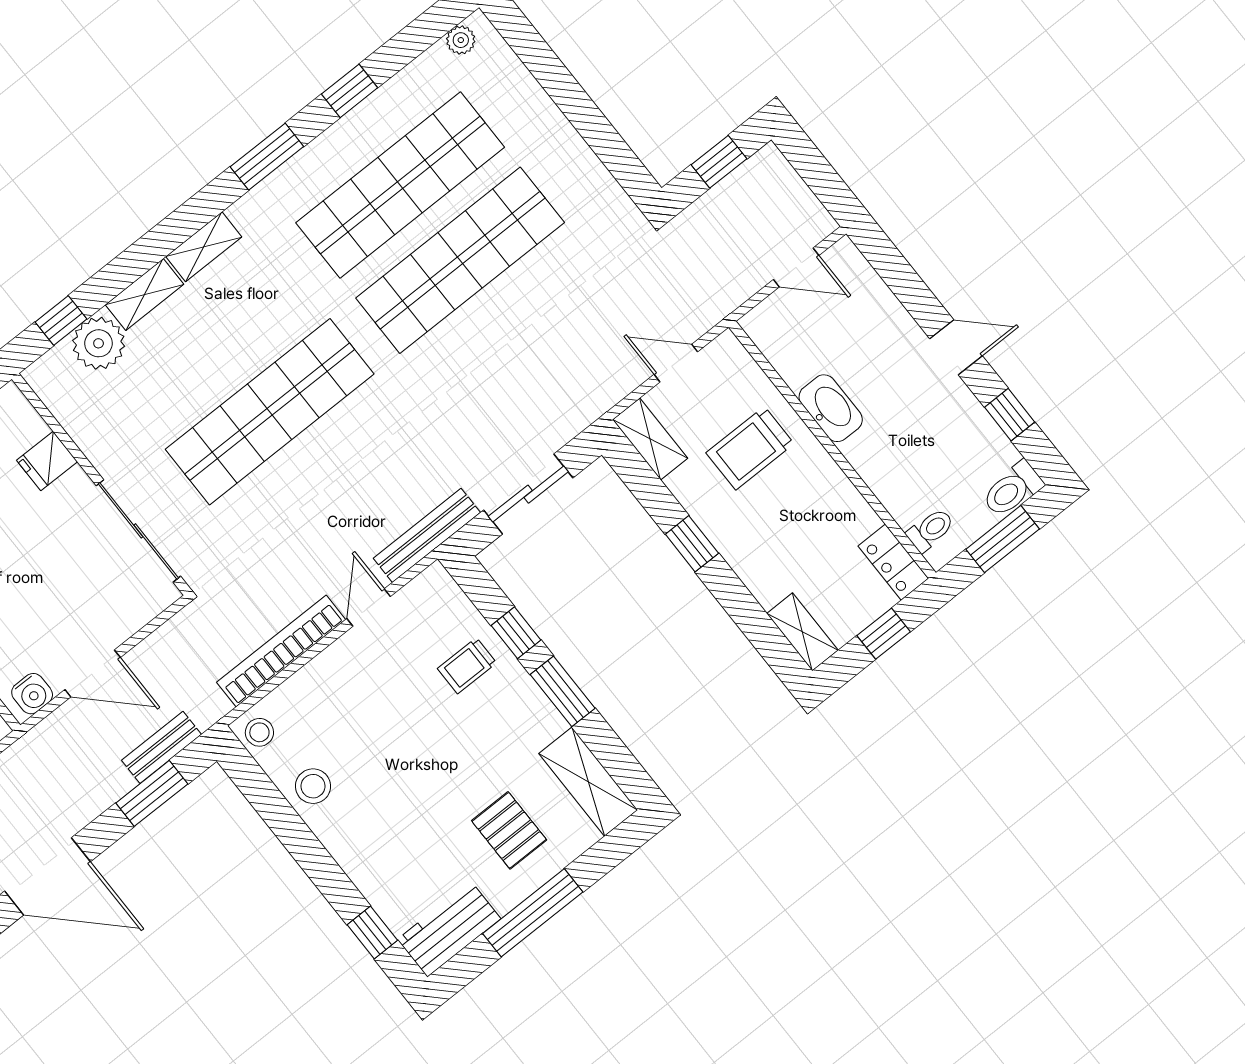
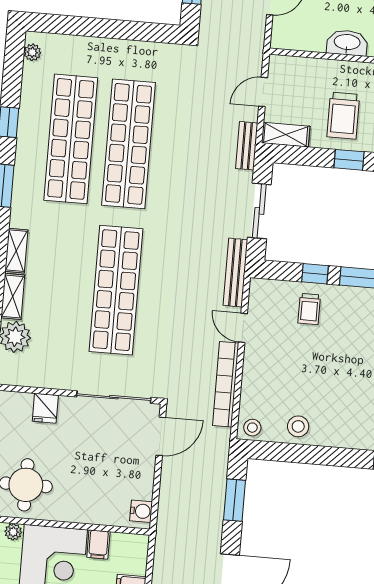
trolley: (750, 448) -> (343, 116), moved
door: (93, 674) -> (161, 436), moved
bench: (161, 747) -> (247, 146), moved

